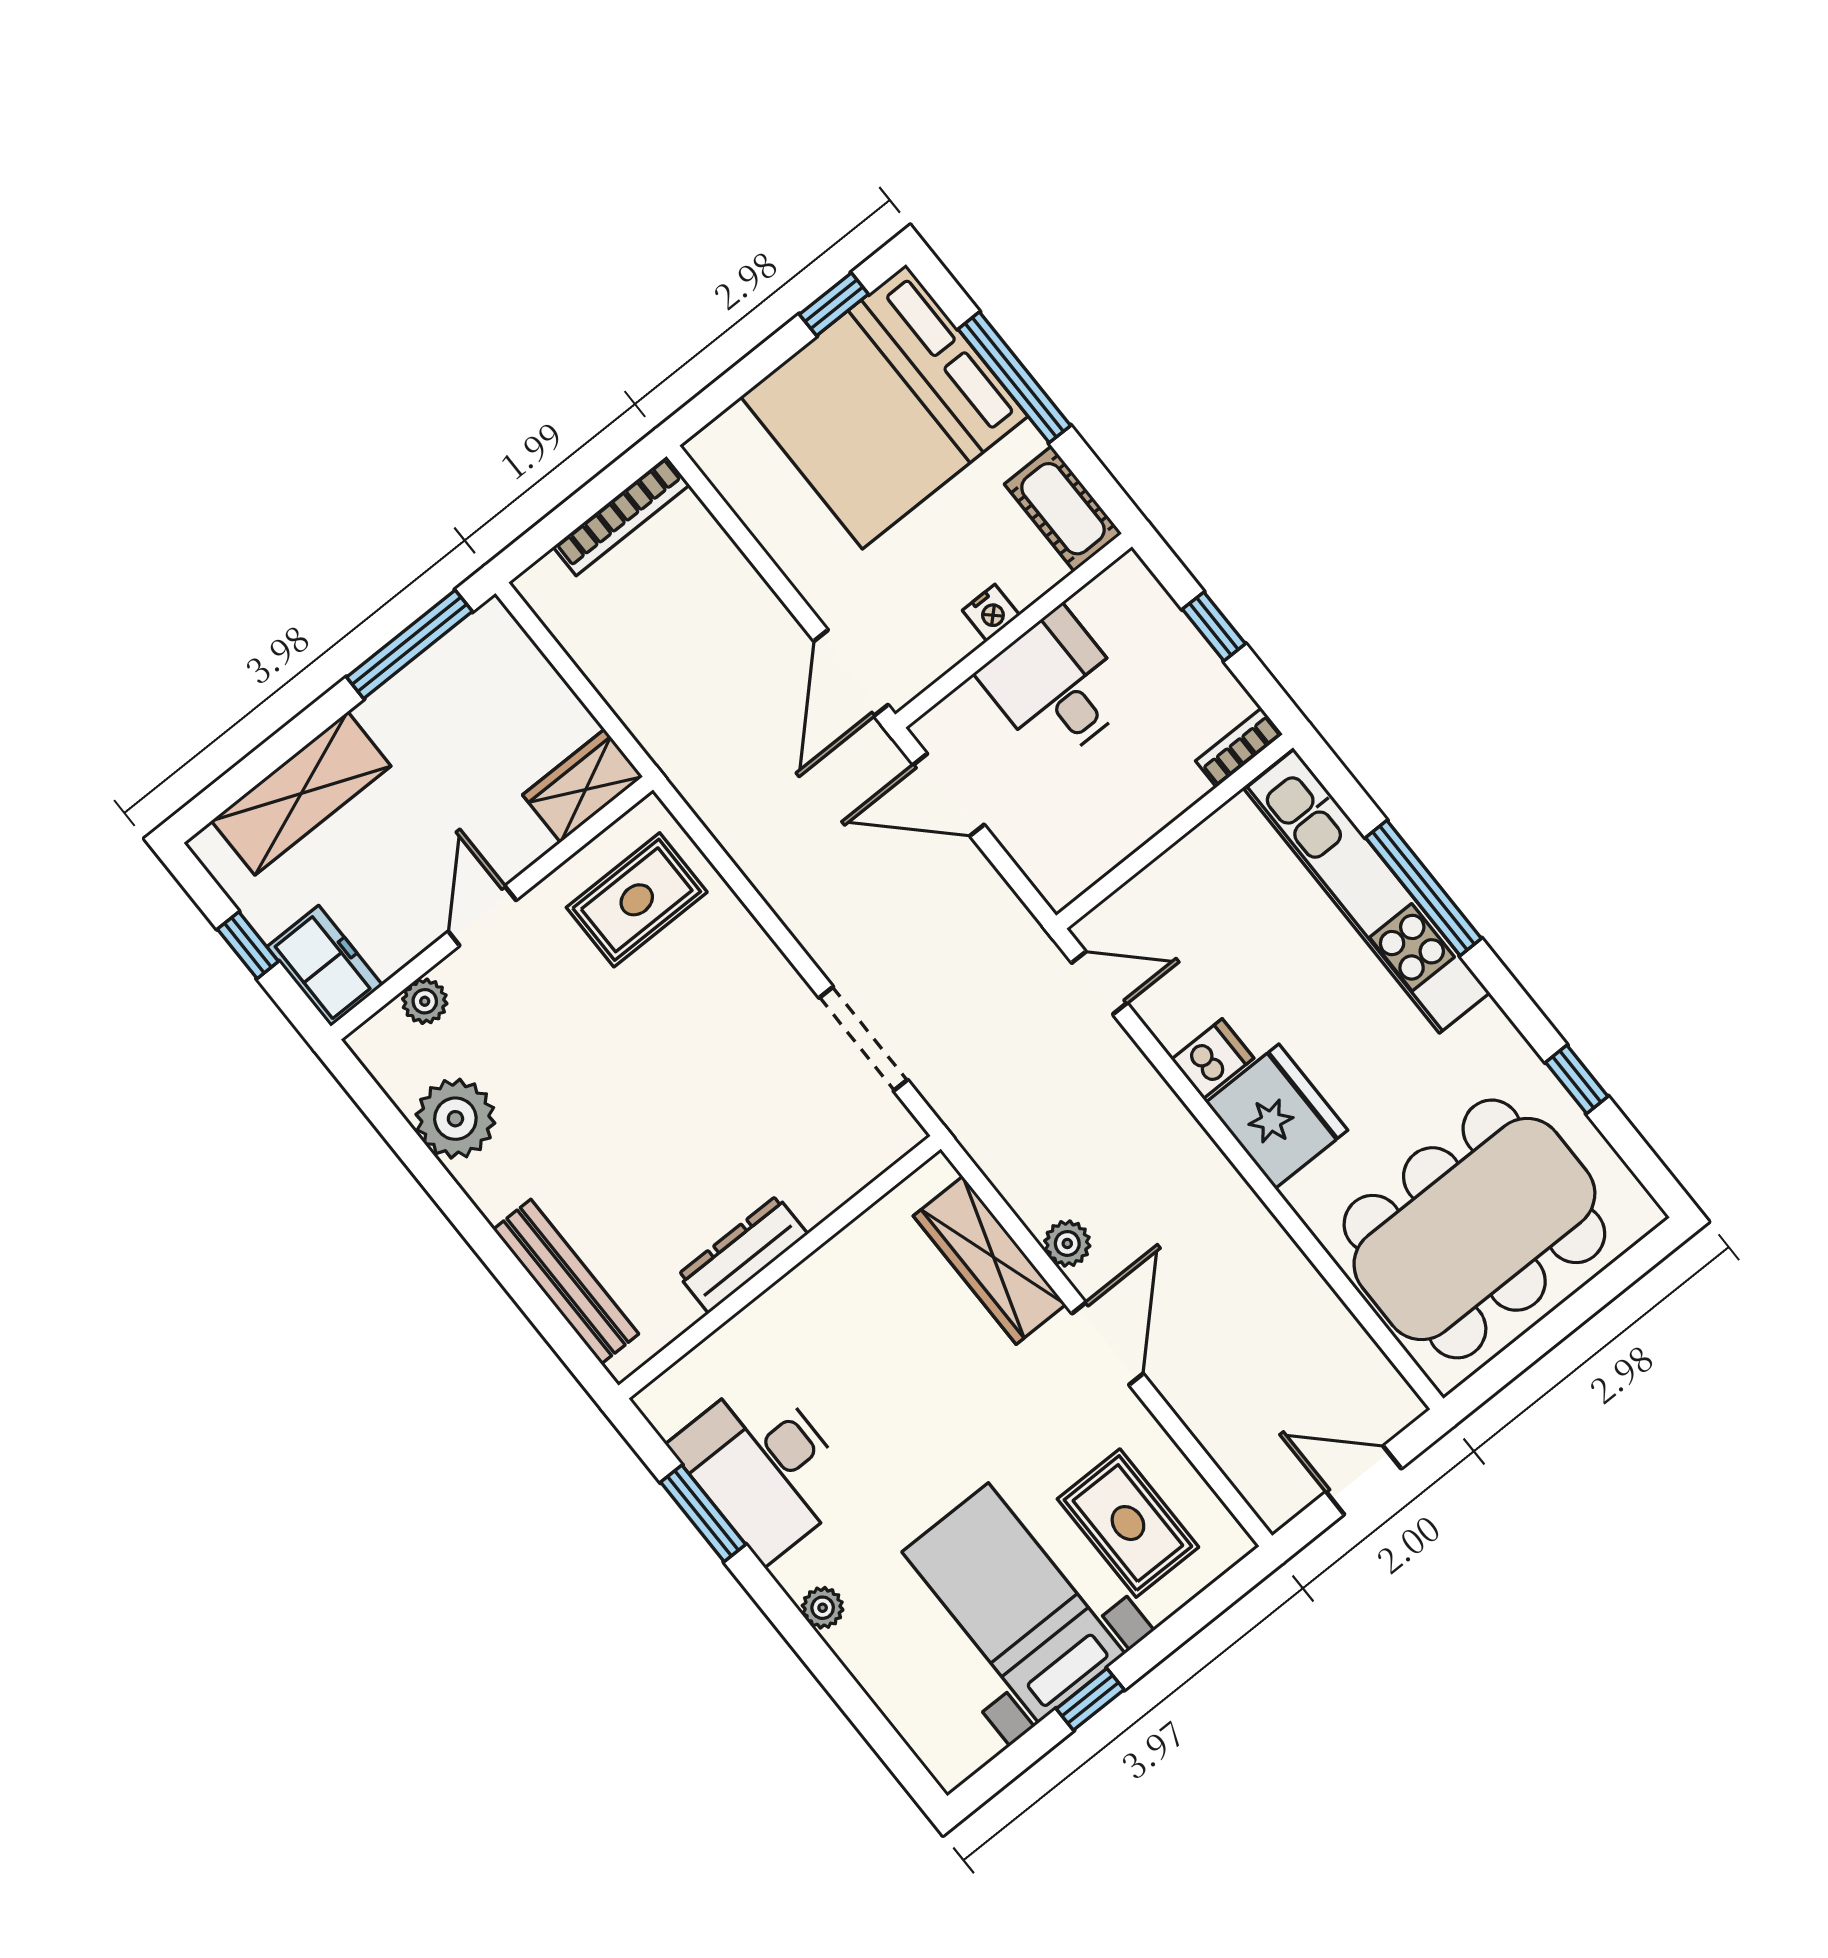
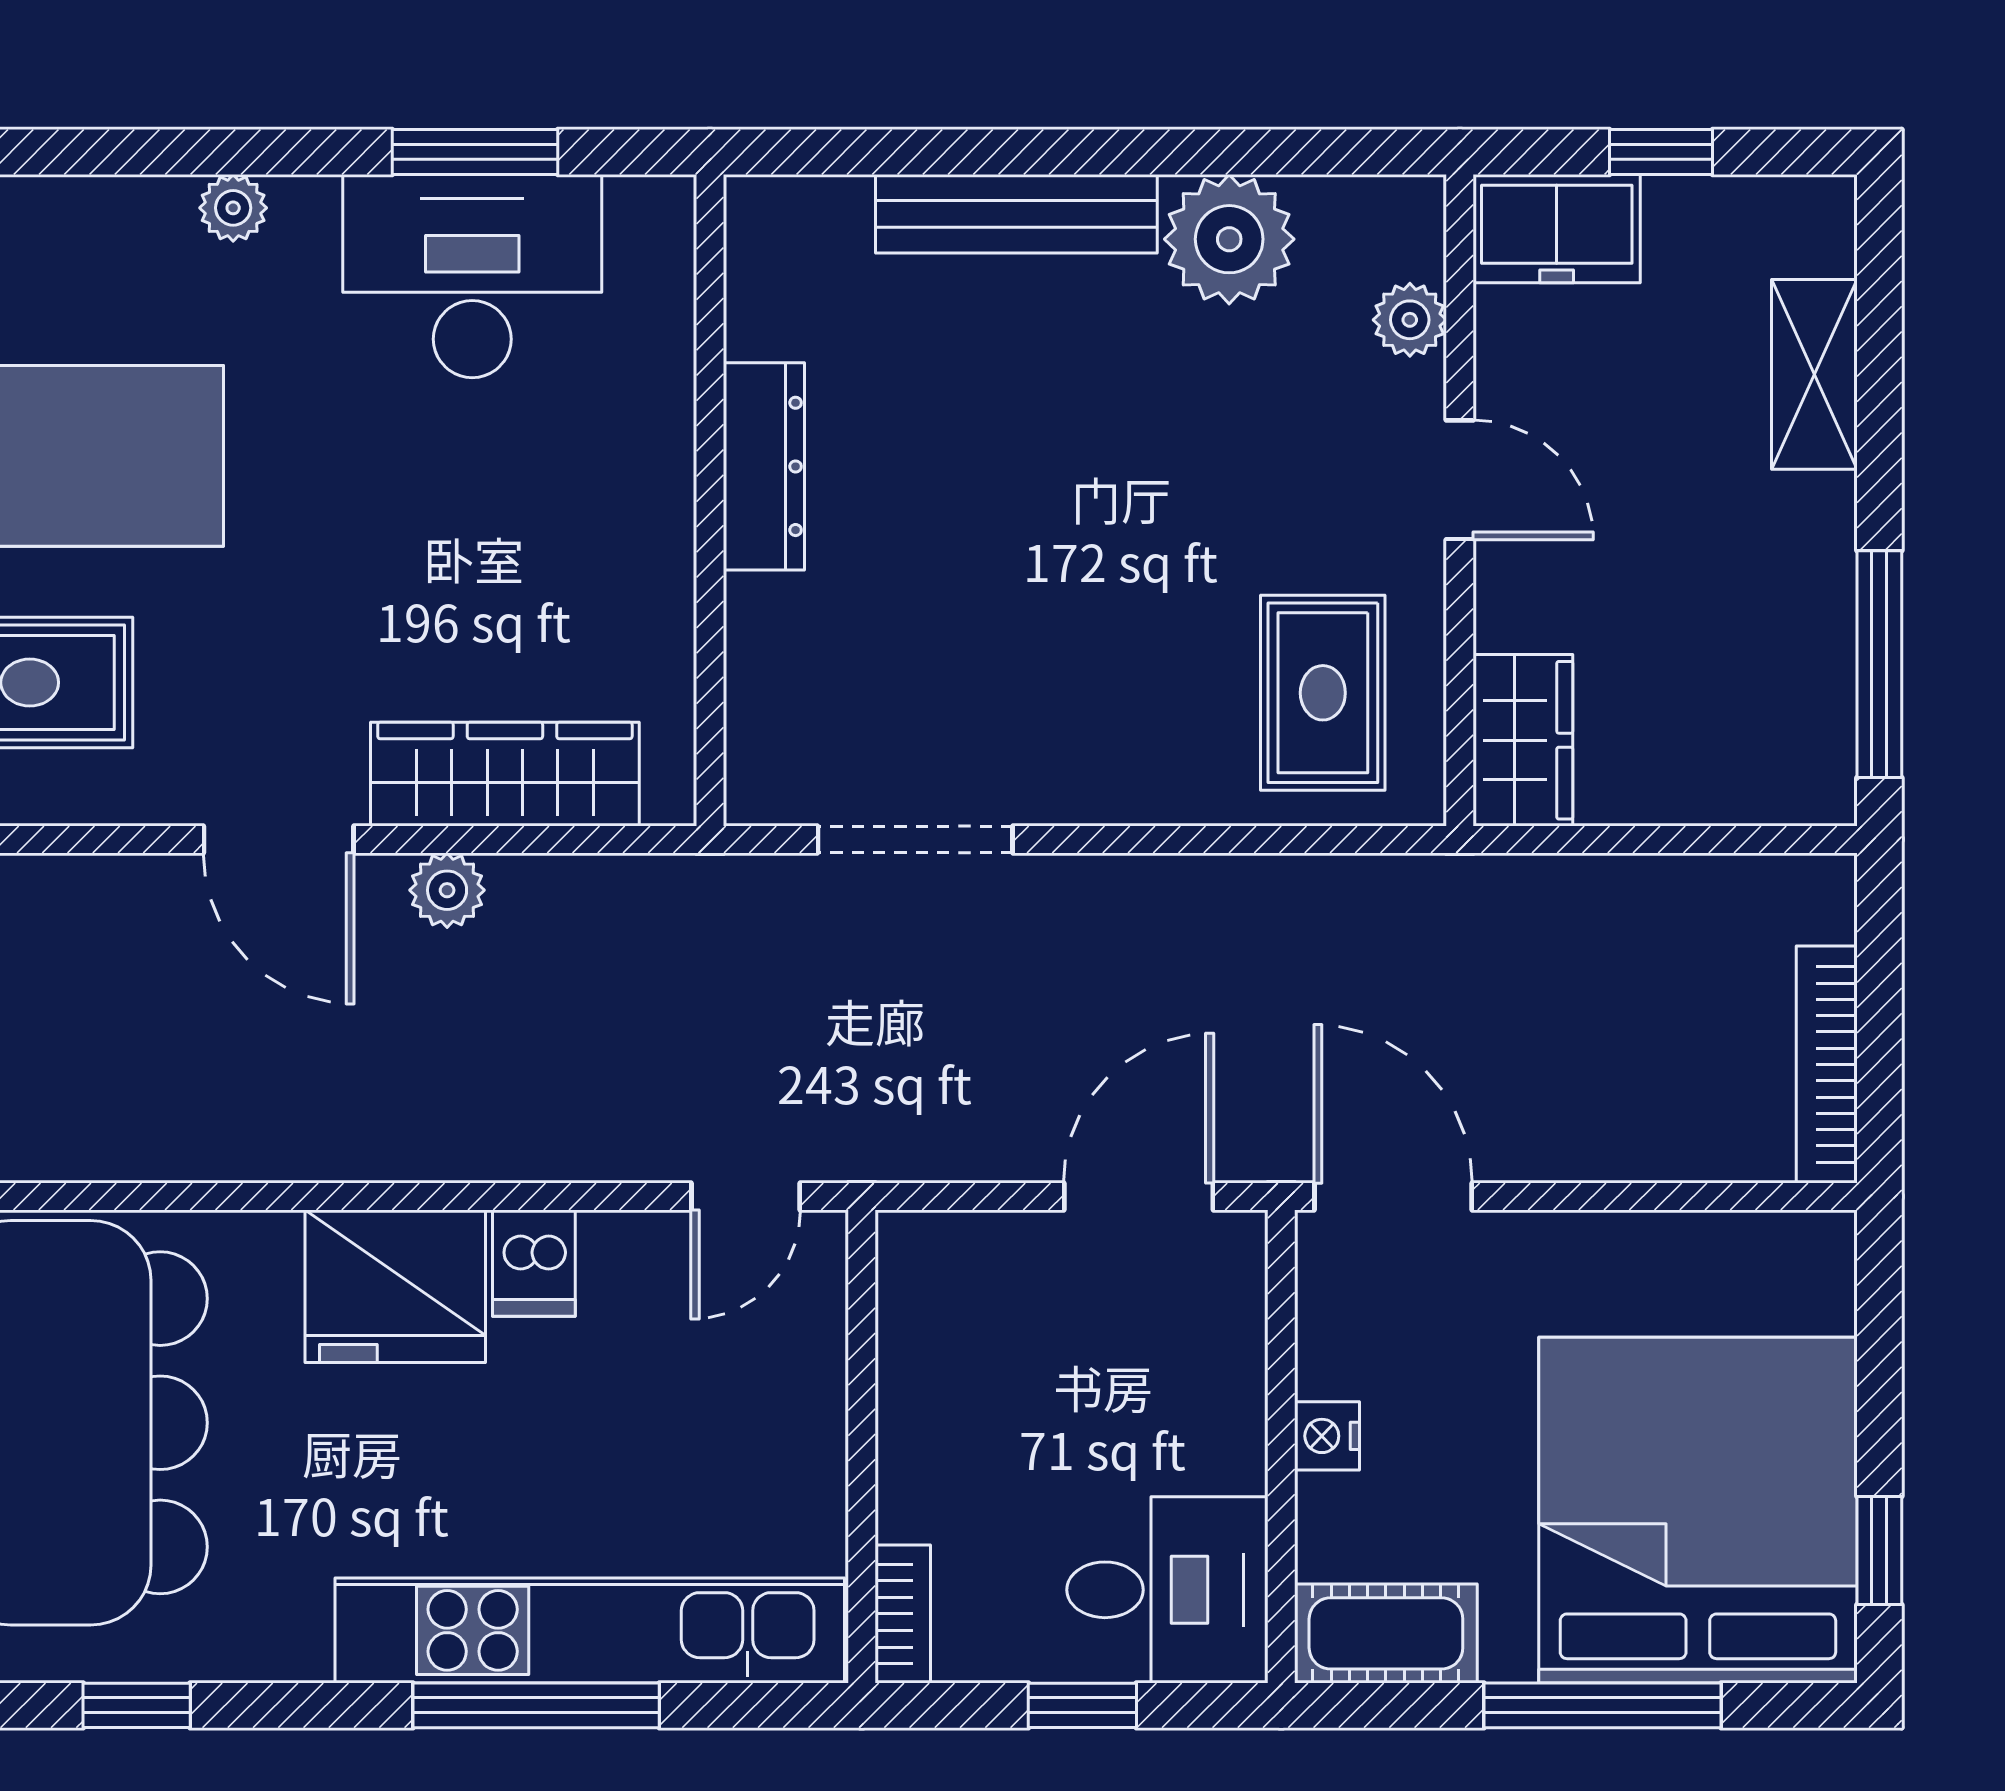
desk: (1056, 686) -> (1167, 1590), moved
shelving: (301, 793) -> (1814, 374), width x0.67, depth x0.75
bench: (566, 1282) -> (1016, 214), moved

